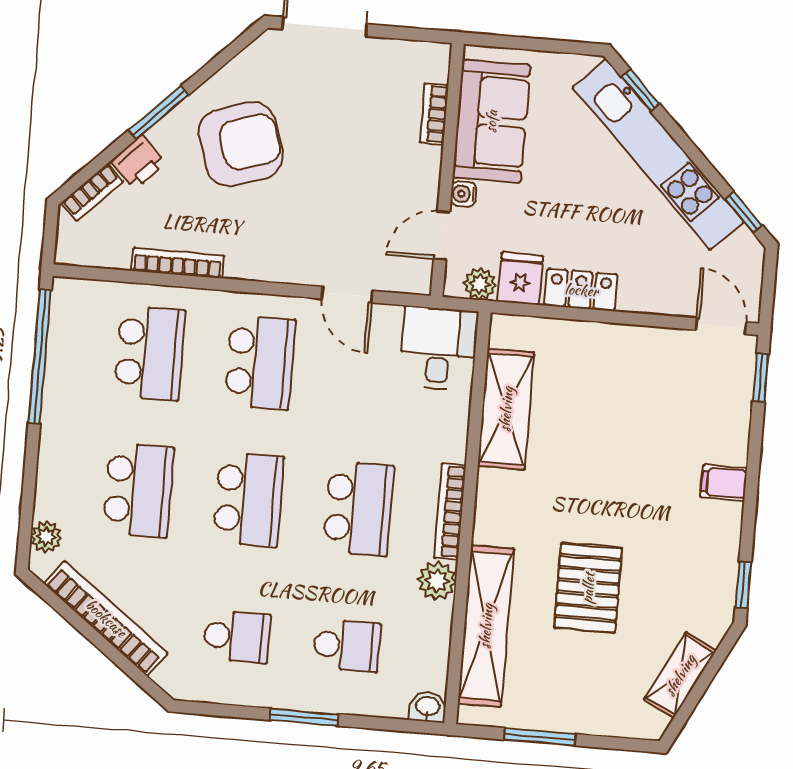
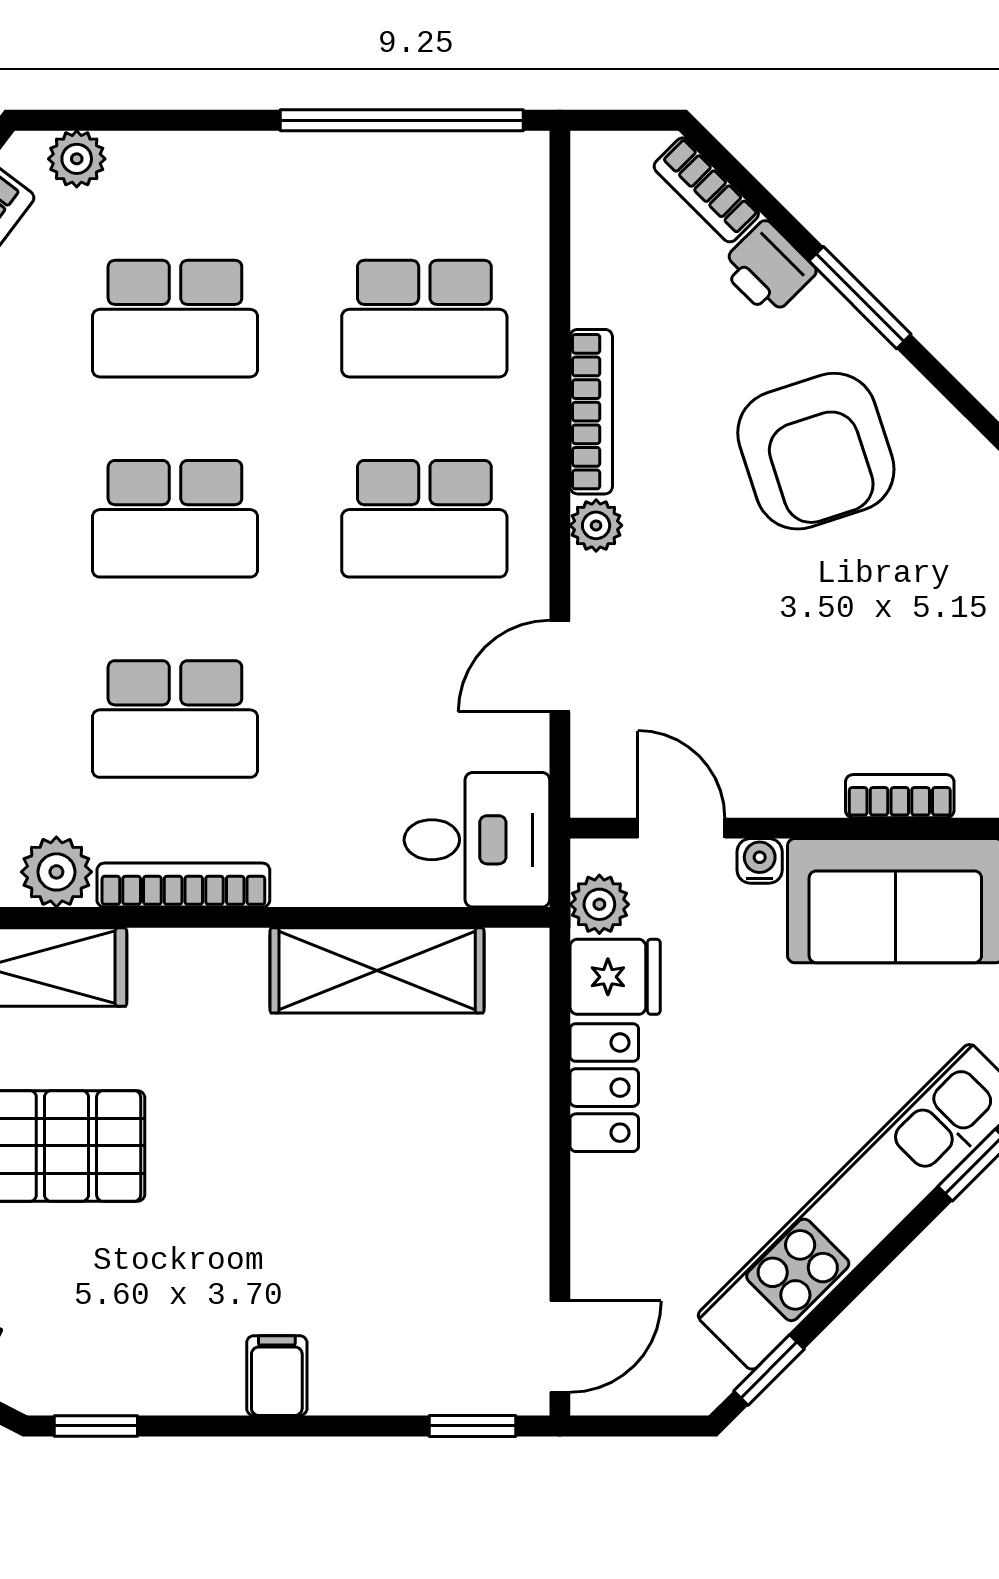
bookcase: (178, 263) -> (591, 412), moved
plant: (271, 268) -> (596, 525), added

